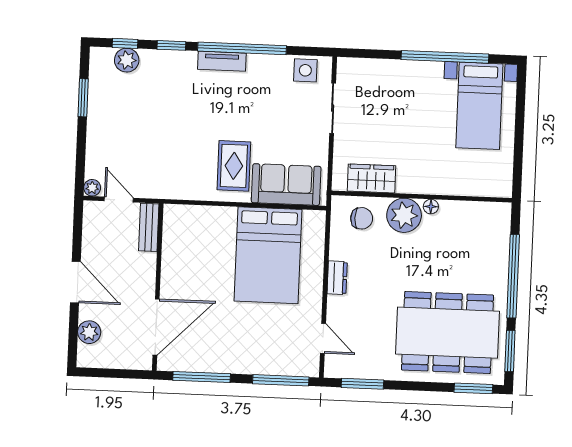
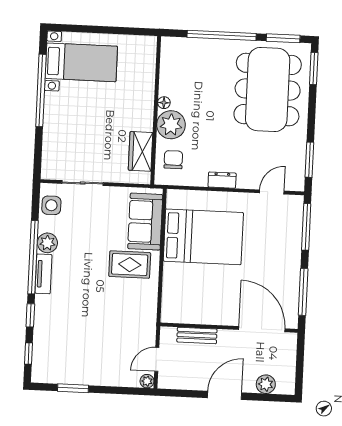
plant: (127, 60) -> (47, 243), moved
bench: (149, 227) -> (197, 335), moved

